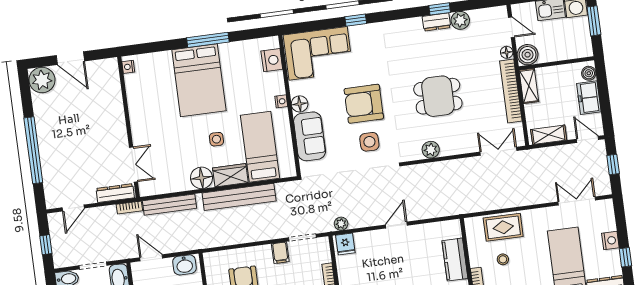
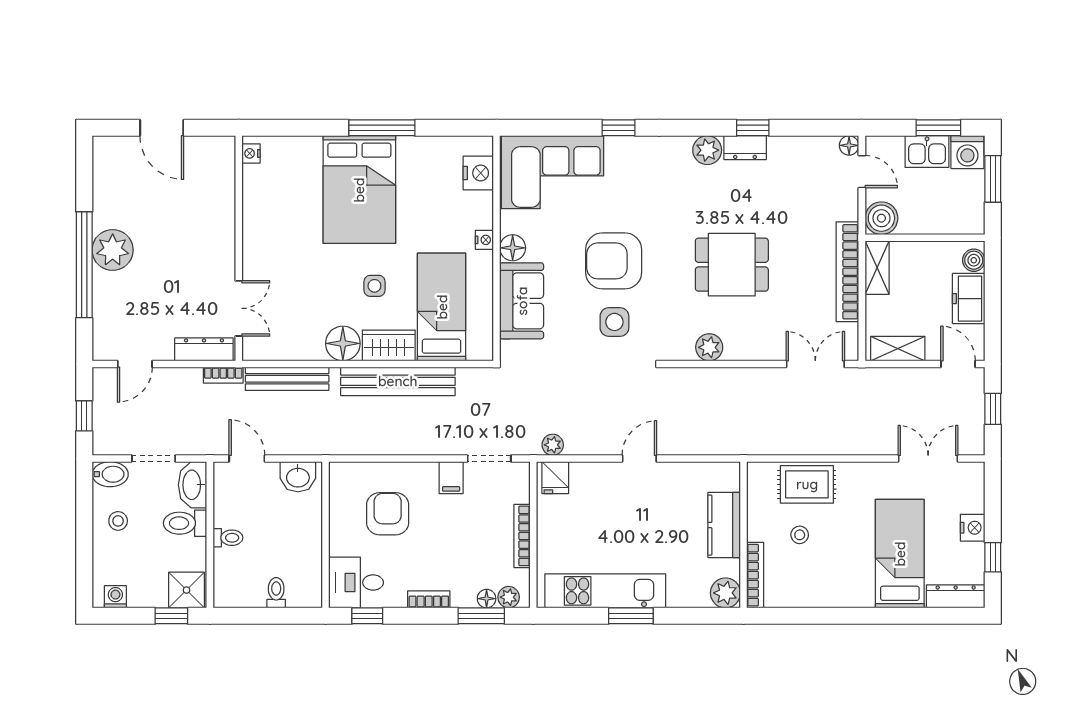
plant: (460, 20) -> (707, 150), moved
floor lamp: (507, 52) -> (849, 145), moved
plant: (42, 80) -> (113, 250), moved

